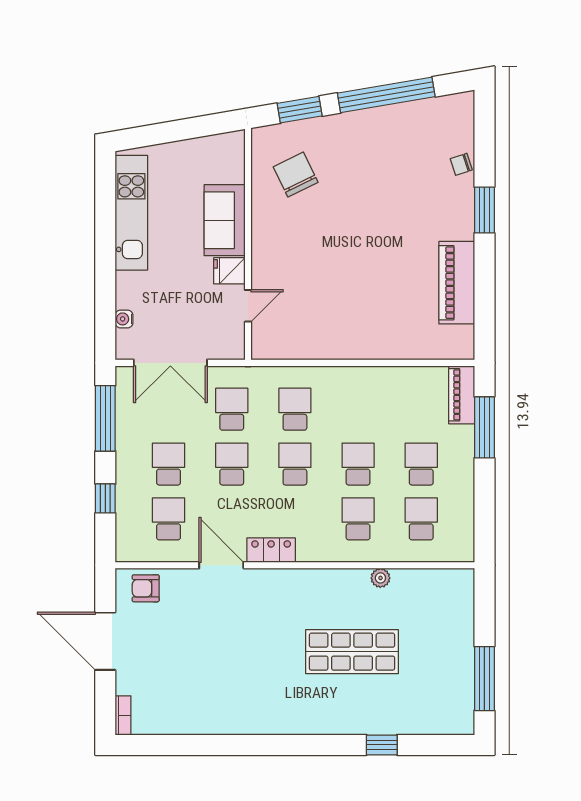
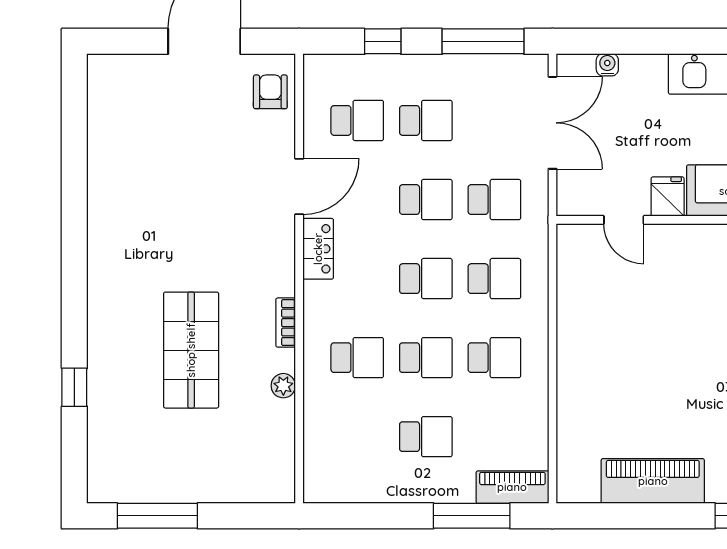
double door: (170, 363) -> (552, 123), swing flipped
school desk: (421, 519) -> (494, 358), moved
bookcase: (123, 715) -> (286, 323), moved, turned 90

